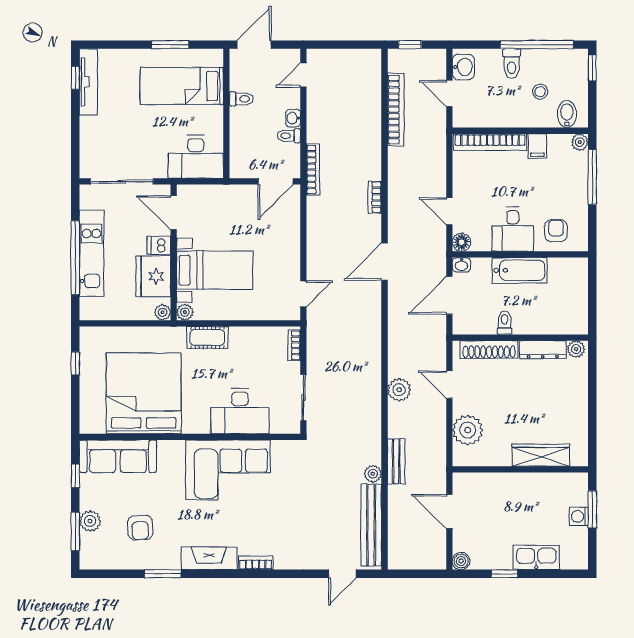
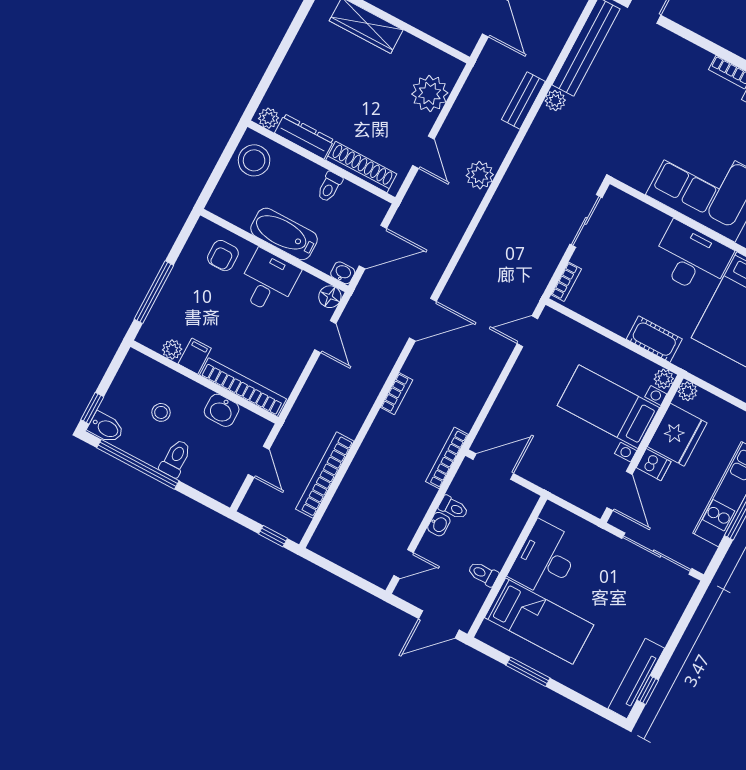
washbasin: (463, 67) -> (222, 410), moved, turned -90
bidet: (567, 114) -> (106, 428), moved, turned -90
plant: (580, 142) -> (172, 349), moved
desk: (196, 157) -> (545, 559), moved, turned -90
stool: (570, 313) -> (254, 160), added
desk: (240, 411) -> (691, 259), moved

